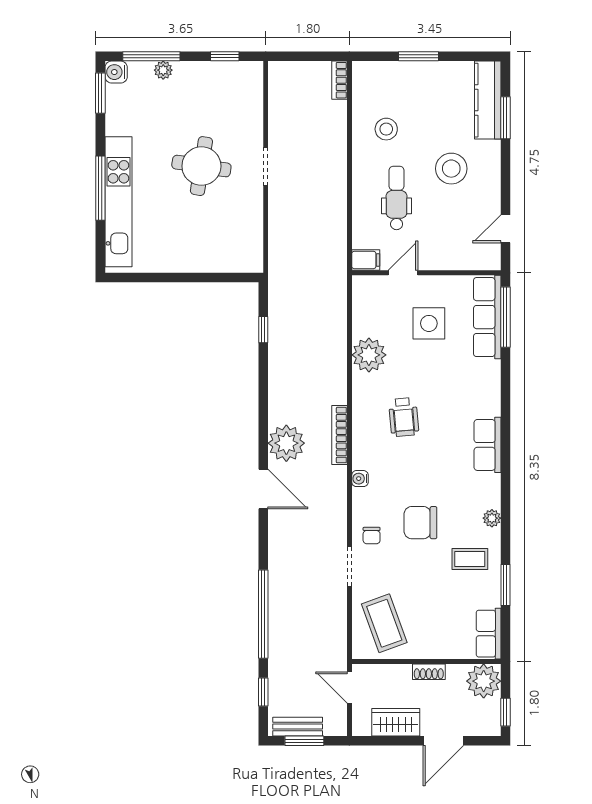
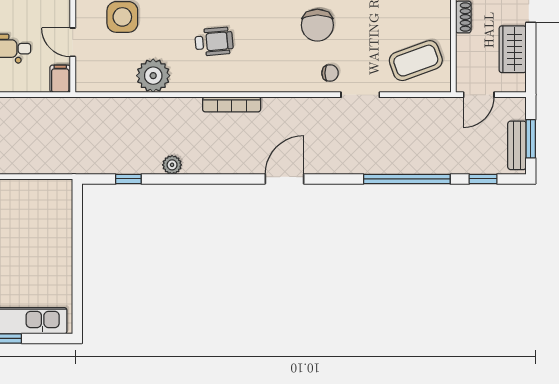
plant: (286, 443) -> (172, 165), moved, width x0.53, depth x0.53
water cooler: (360, 479) -> (274, 84), removed

